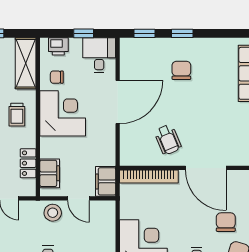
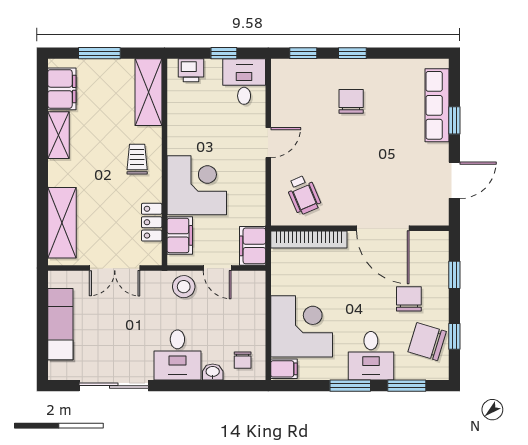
chair: (57, 77) -> (189, 110), removed
door: (118, 102) -> (268, 143), width x0.53
corner desk: (63, 113) -> (197, 185), moved
trolley: (17, 115) -> (137, 159), turned 180
wheelchair: (168, 140) -> (303, 195), moved

